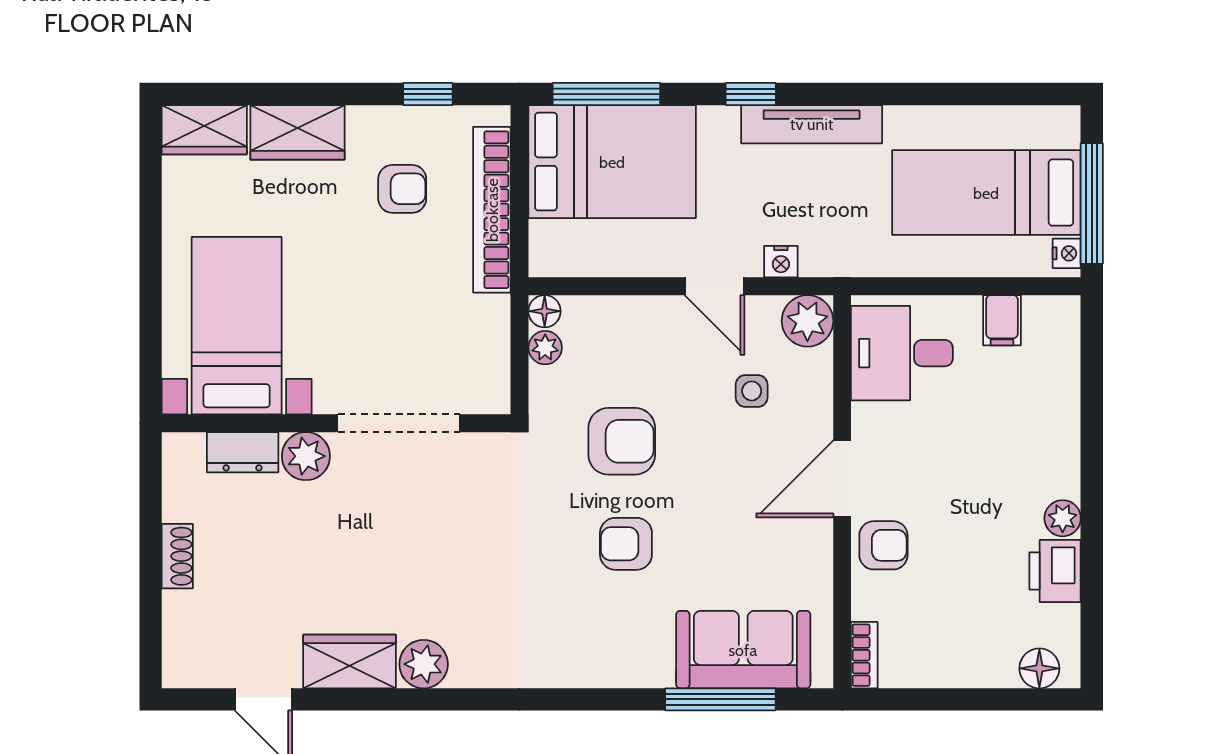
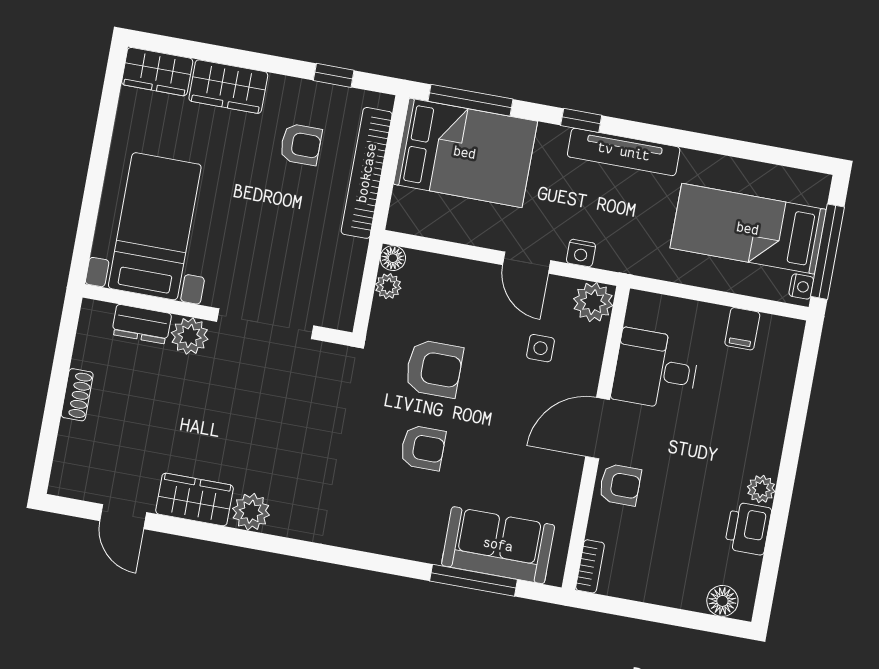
desk: (902, 353) -> (656, 370), moved
armchair: (626, 544) -> (423, 448), turned 180

